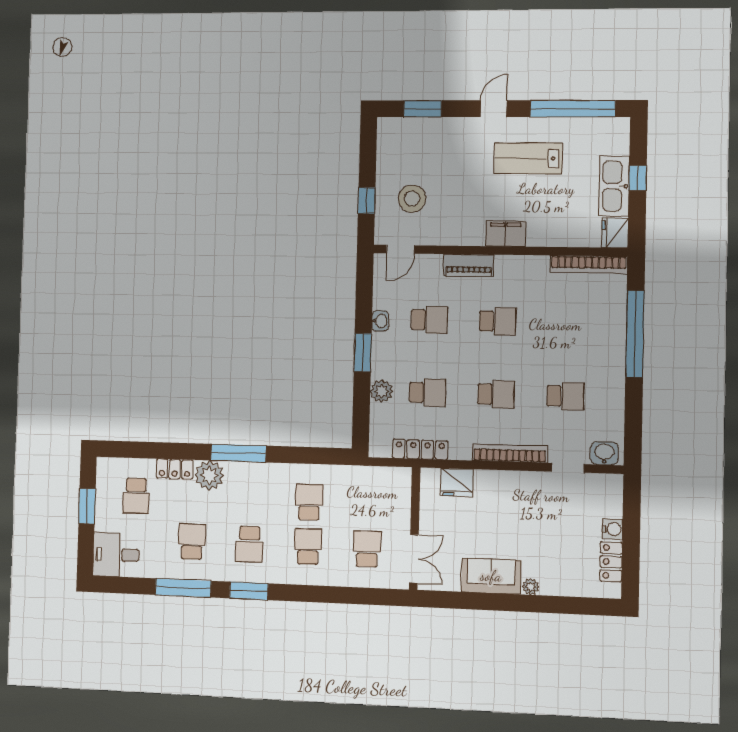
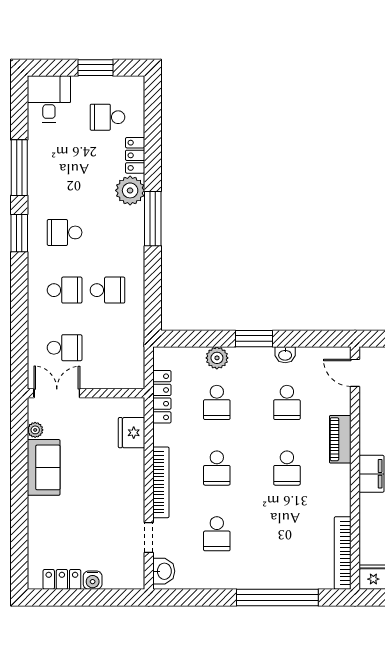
school desk: (192, 542) -> (65, 175), removed
double door: (414, 559) -> (57, 393), swing flipped
plant: (531, 587) -> (35, 430), moved

